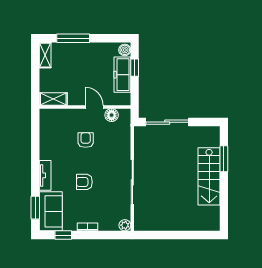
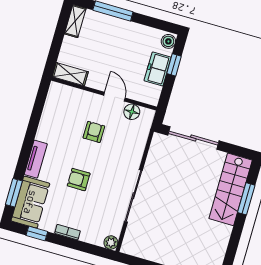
freezer: (122, 75) -> (158, 69), width x0.71
stairs: (209, 176) -> (231, 189), moved

